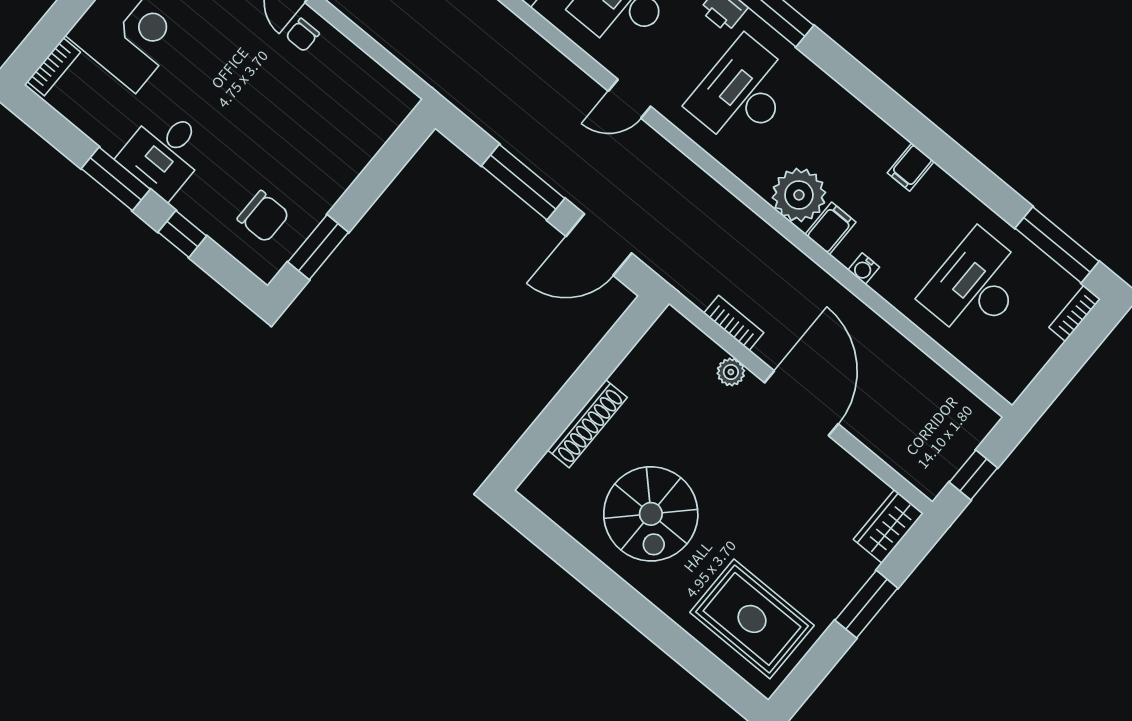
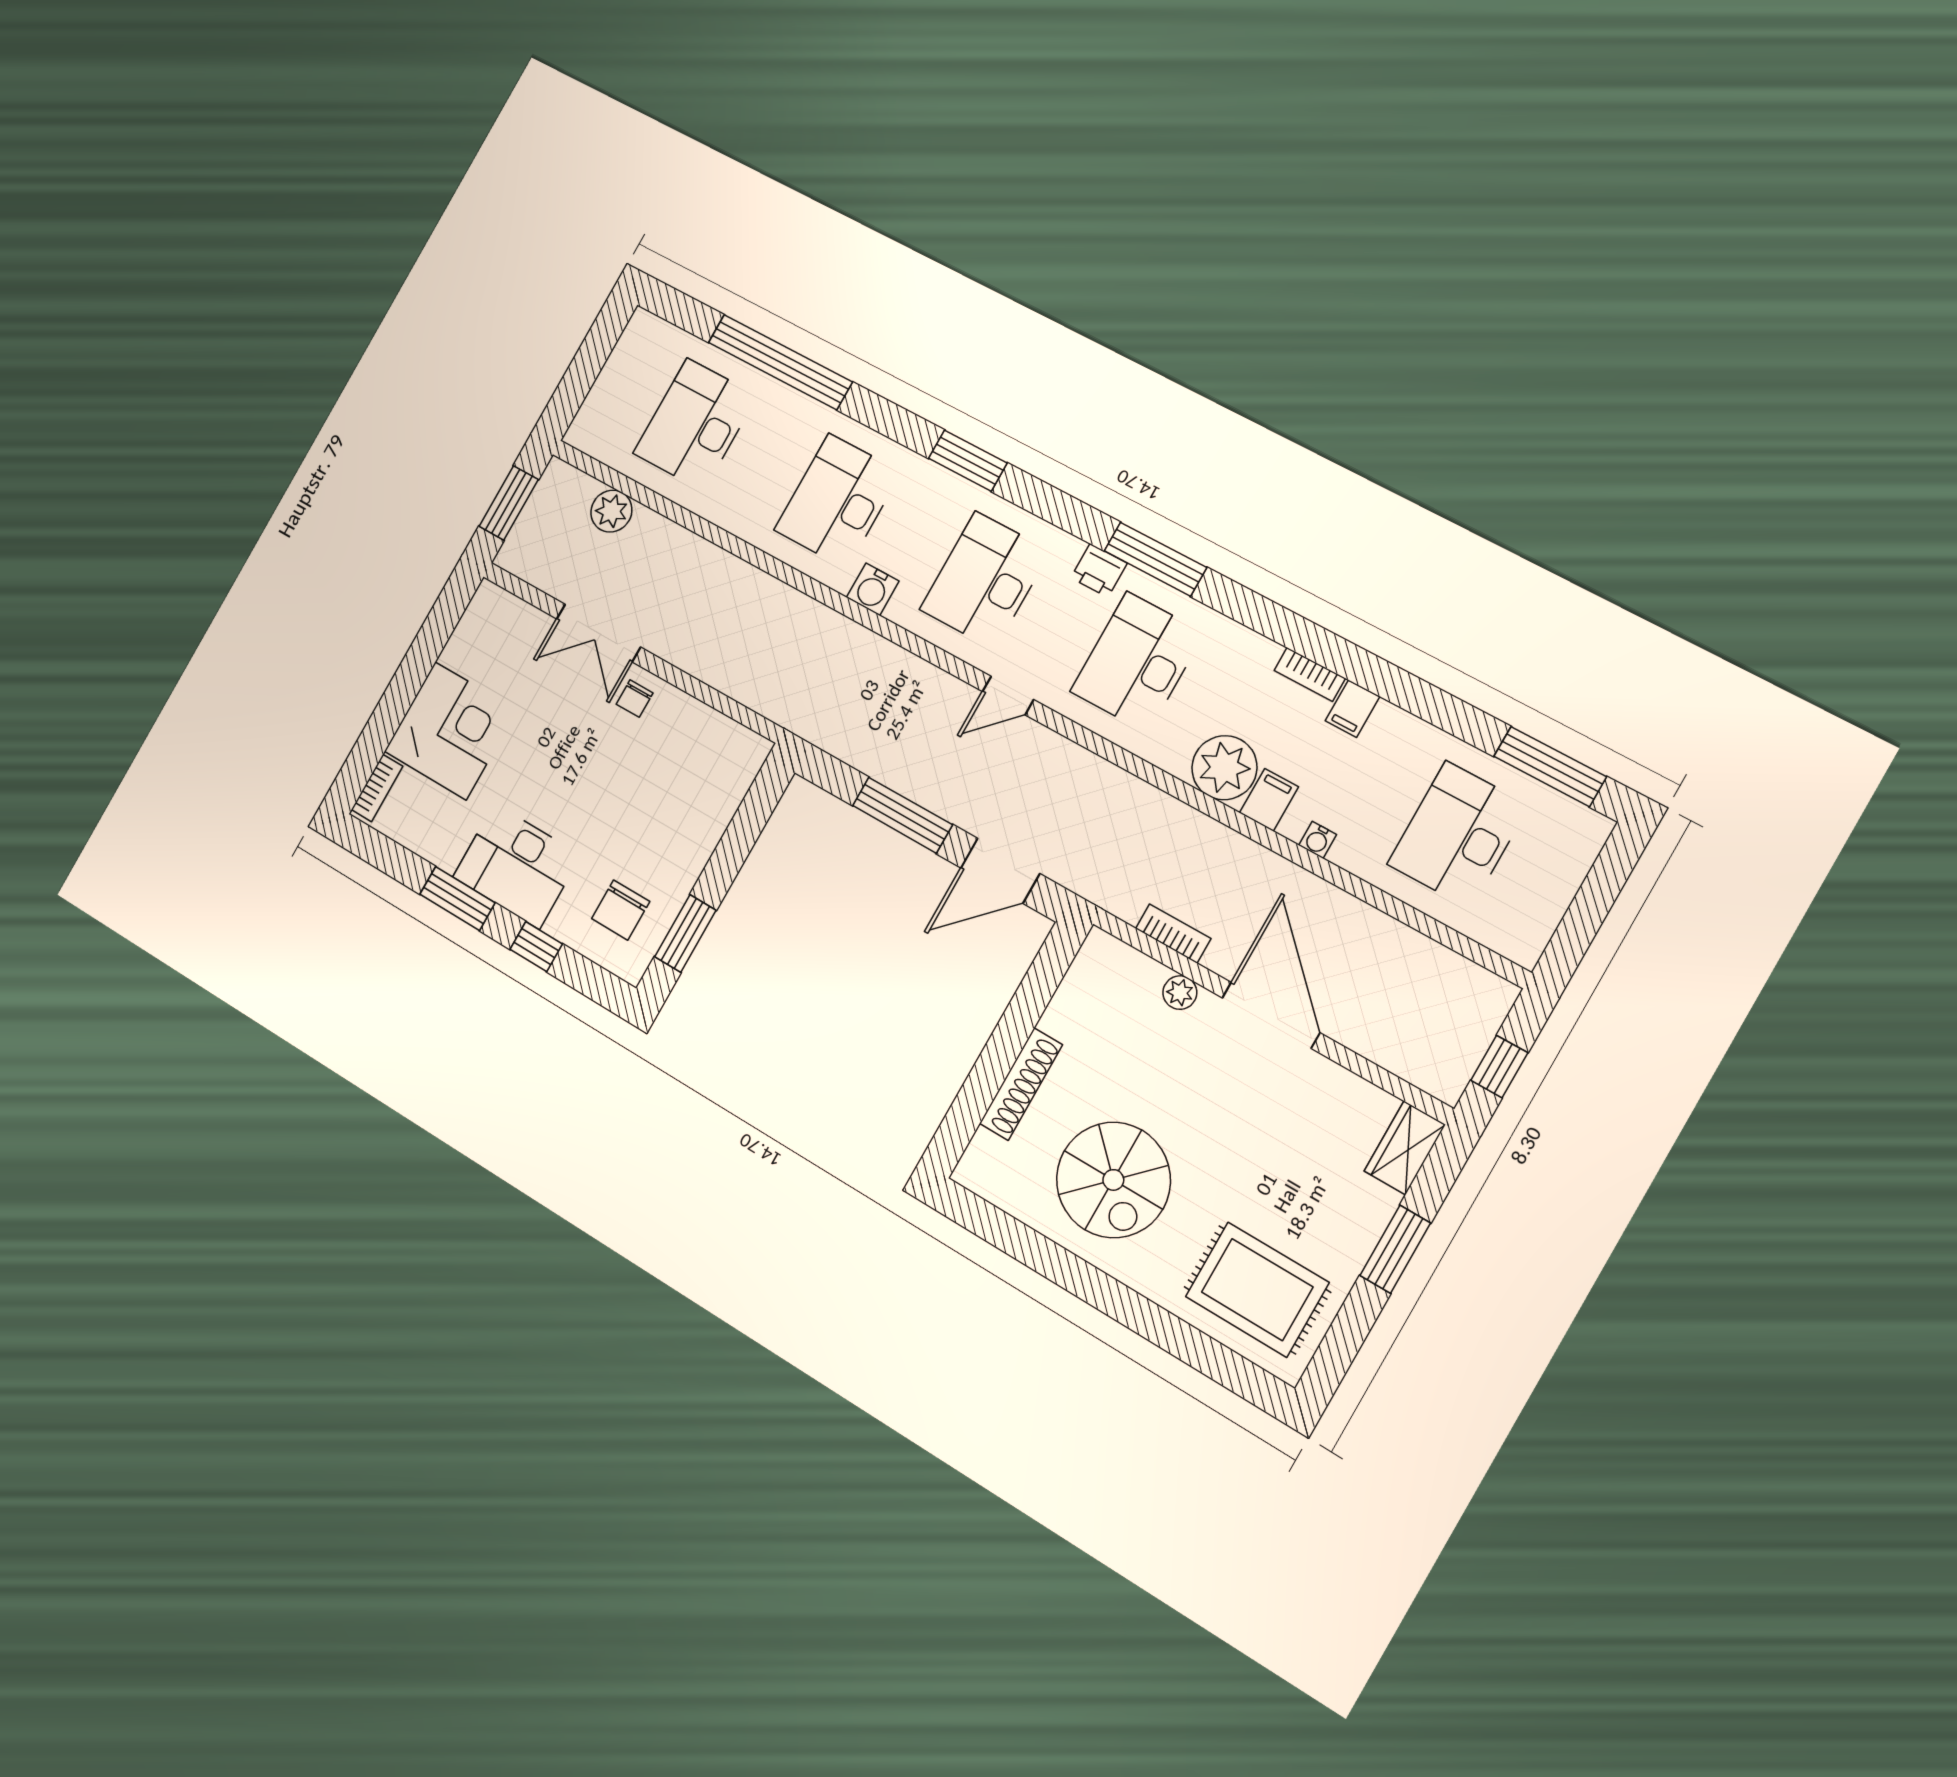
desk: (164, 153) -> (517, 866), width x1.37
chair: (263, 216) -> (621, 910), turned 90
bookcase: (1075, 313) -> (1310, 674), moved, turned -90

